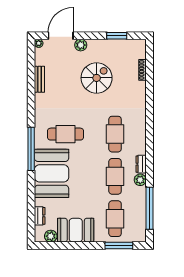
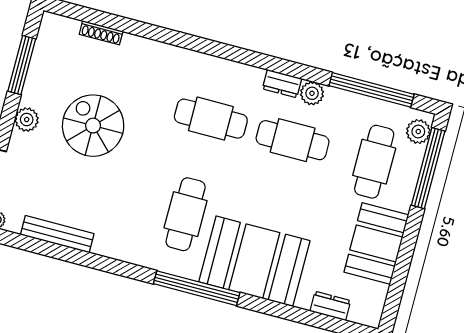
window: (117, 36) -> (22, 65), width x1.44
plant: (81, 45) -> (27, 120), moved
bench: (39, 79) -> (57, 234), width x1.36
cafe table: (115, 219) -> (374, 162), turned 90
plant: (51, 236) -> (418, 132), moved
window: (119, 246) -> (428, 168), width x1.46

